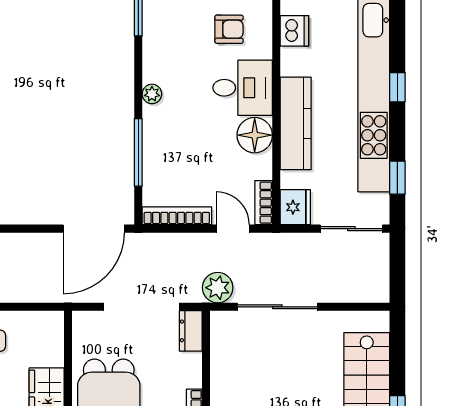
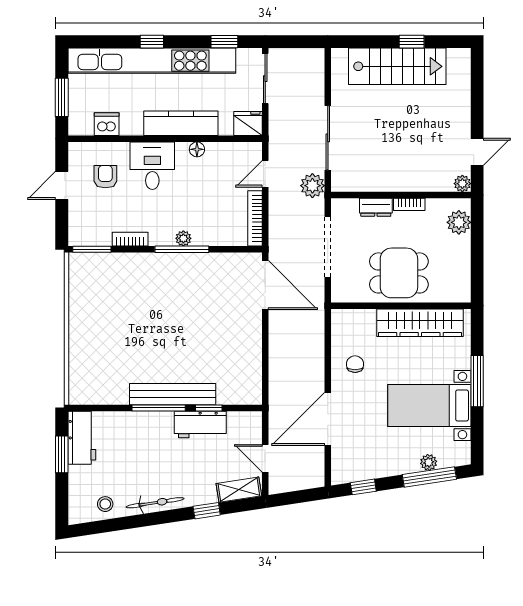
plant: (152, 94) -> (183, 238), moved
floor lamp: (255, 135) -> (197, 149), width x0.53, depth x0.53
window: (138, 152) -> (182, 249), moved
bookcase: (264, 203) -> (130, 239), moved, turned 180
dresser: (191, 331) -> (376, 207), moved

